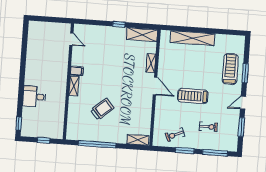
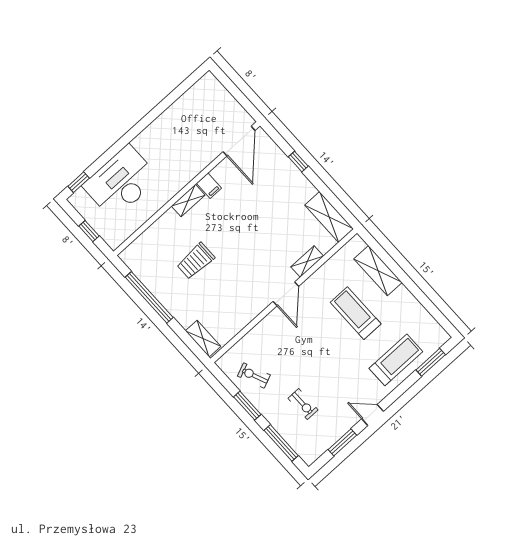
window: (119, 24) -> (298, 162), moved
shelving: (192, 38) -> (378, 271), width x0.68
door: (71, 39) -> (239, 141), width x1.87
window: (245, 73) -> (431, 362), moved
treadmill: (193, 96) -> (356, 313), moved
desk: (34, 97) -> (121, 182), width x1.87, depth x1.30
trolley: (102, 109) -> (196, 261), turned 131

